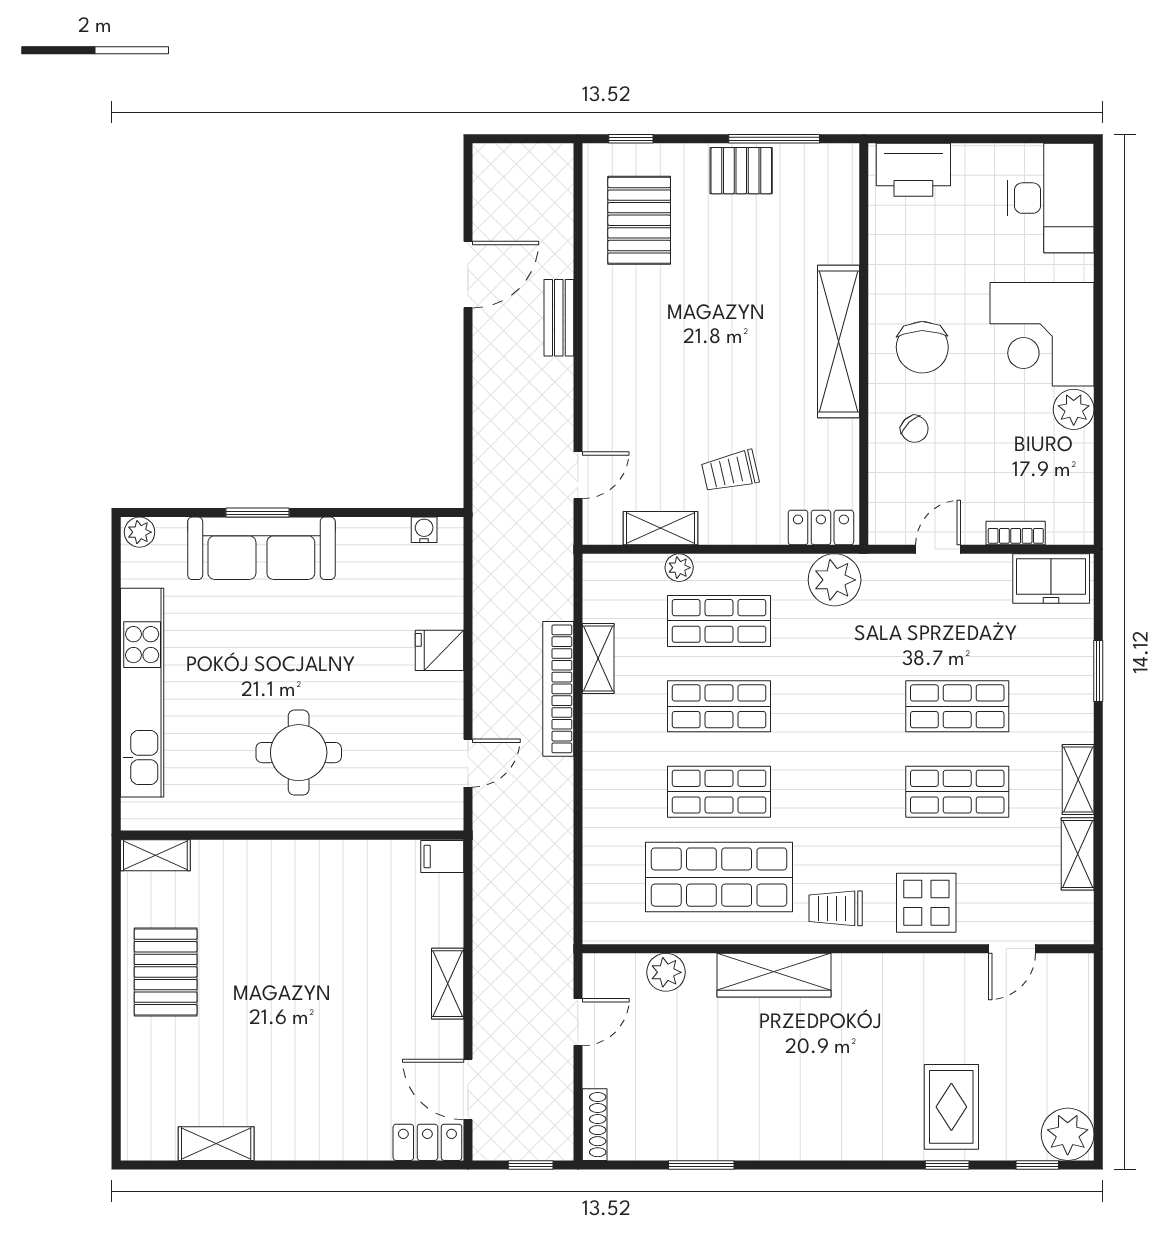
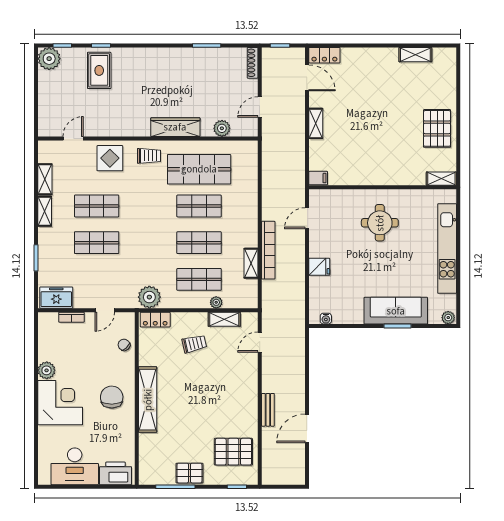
desk: (1051, 198) -> (75, 466), moved, turned -90
pallet: (639, 220) -> (233, 452), turned 90
chair: (915, 429) -> (124, 345), moved

